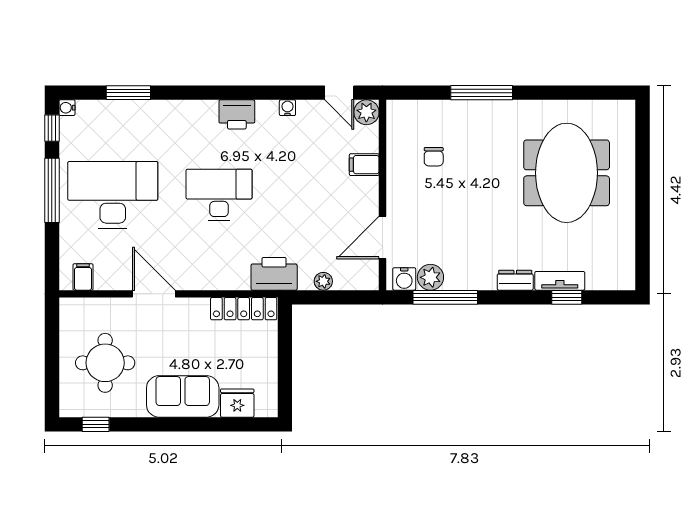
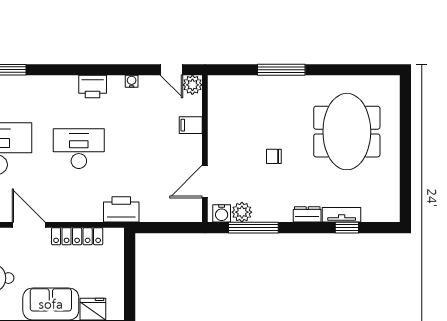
chair: (434, 157) -> (274, 156), moved, turned 90
plant: (323, 281) -> (159, 215), removed
locker: (244, 309) -> (77, 236), moved

